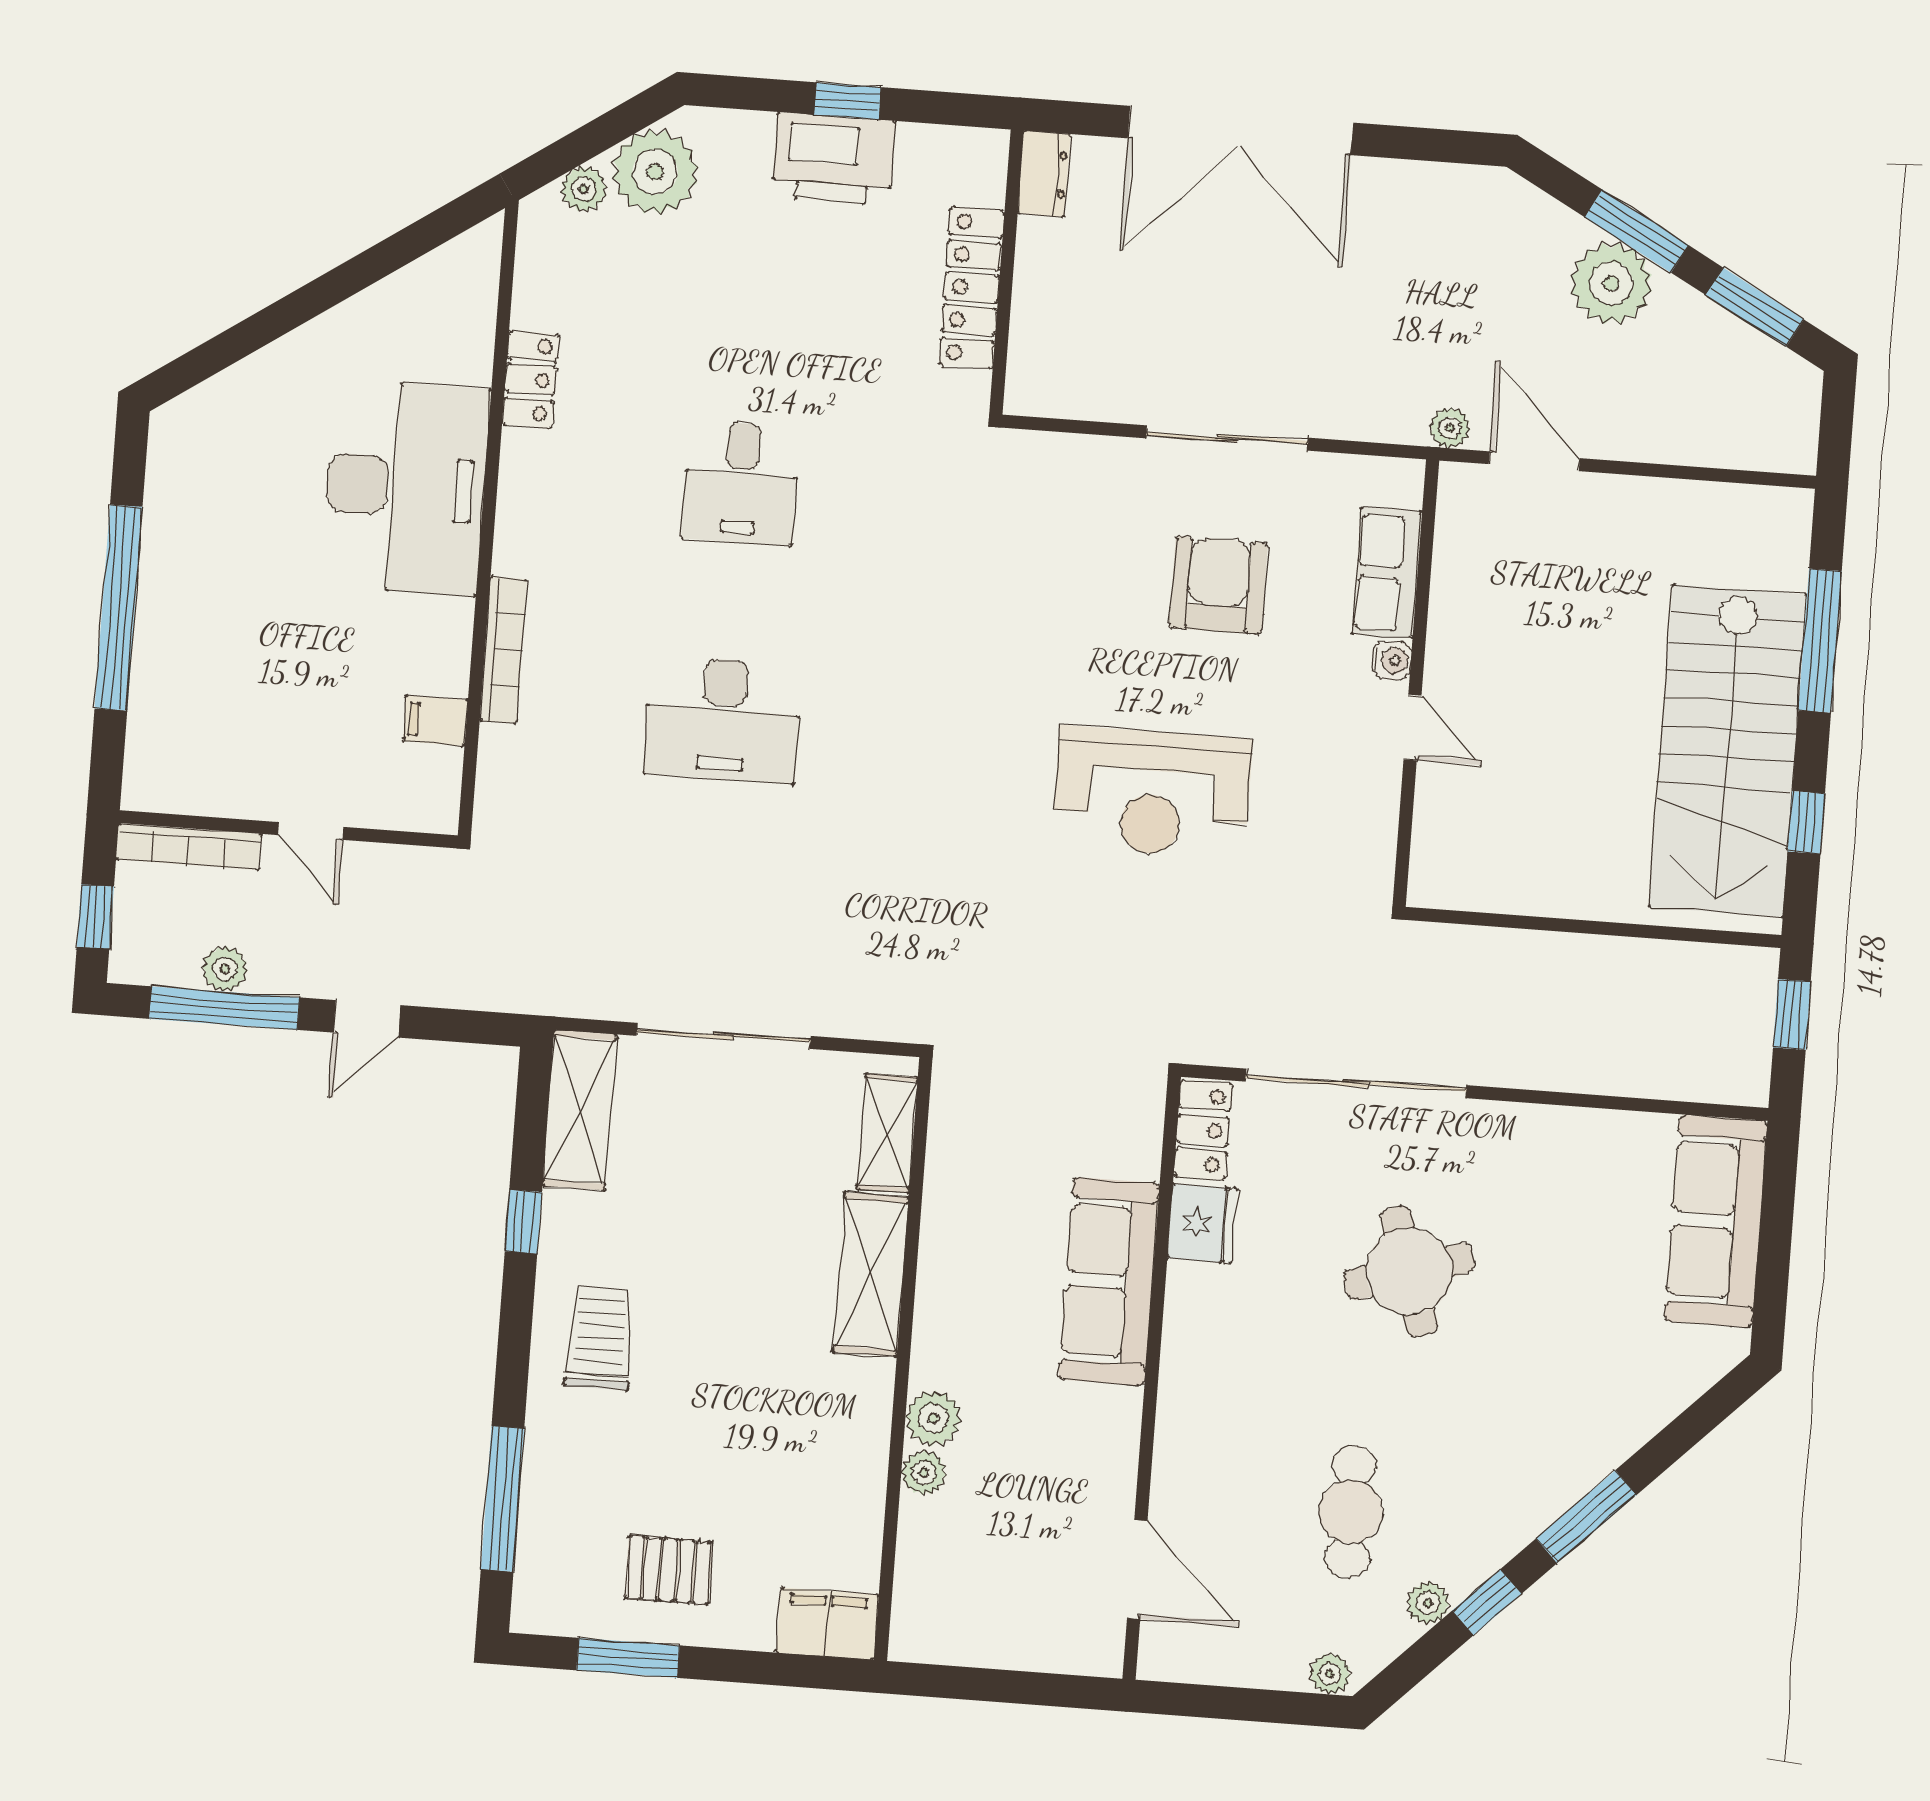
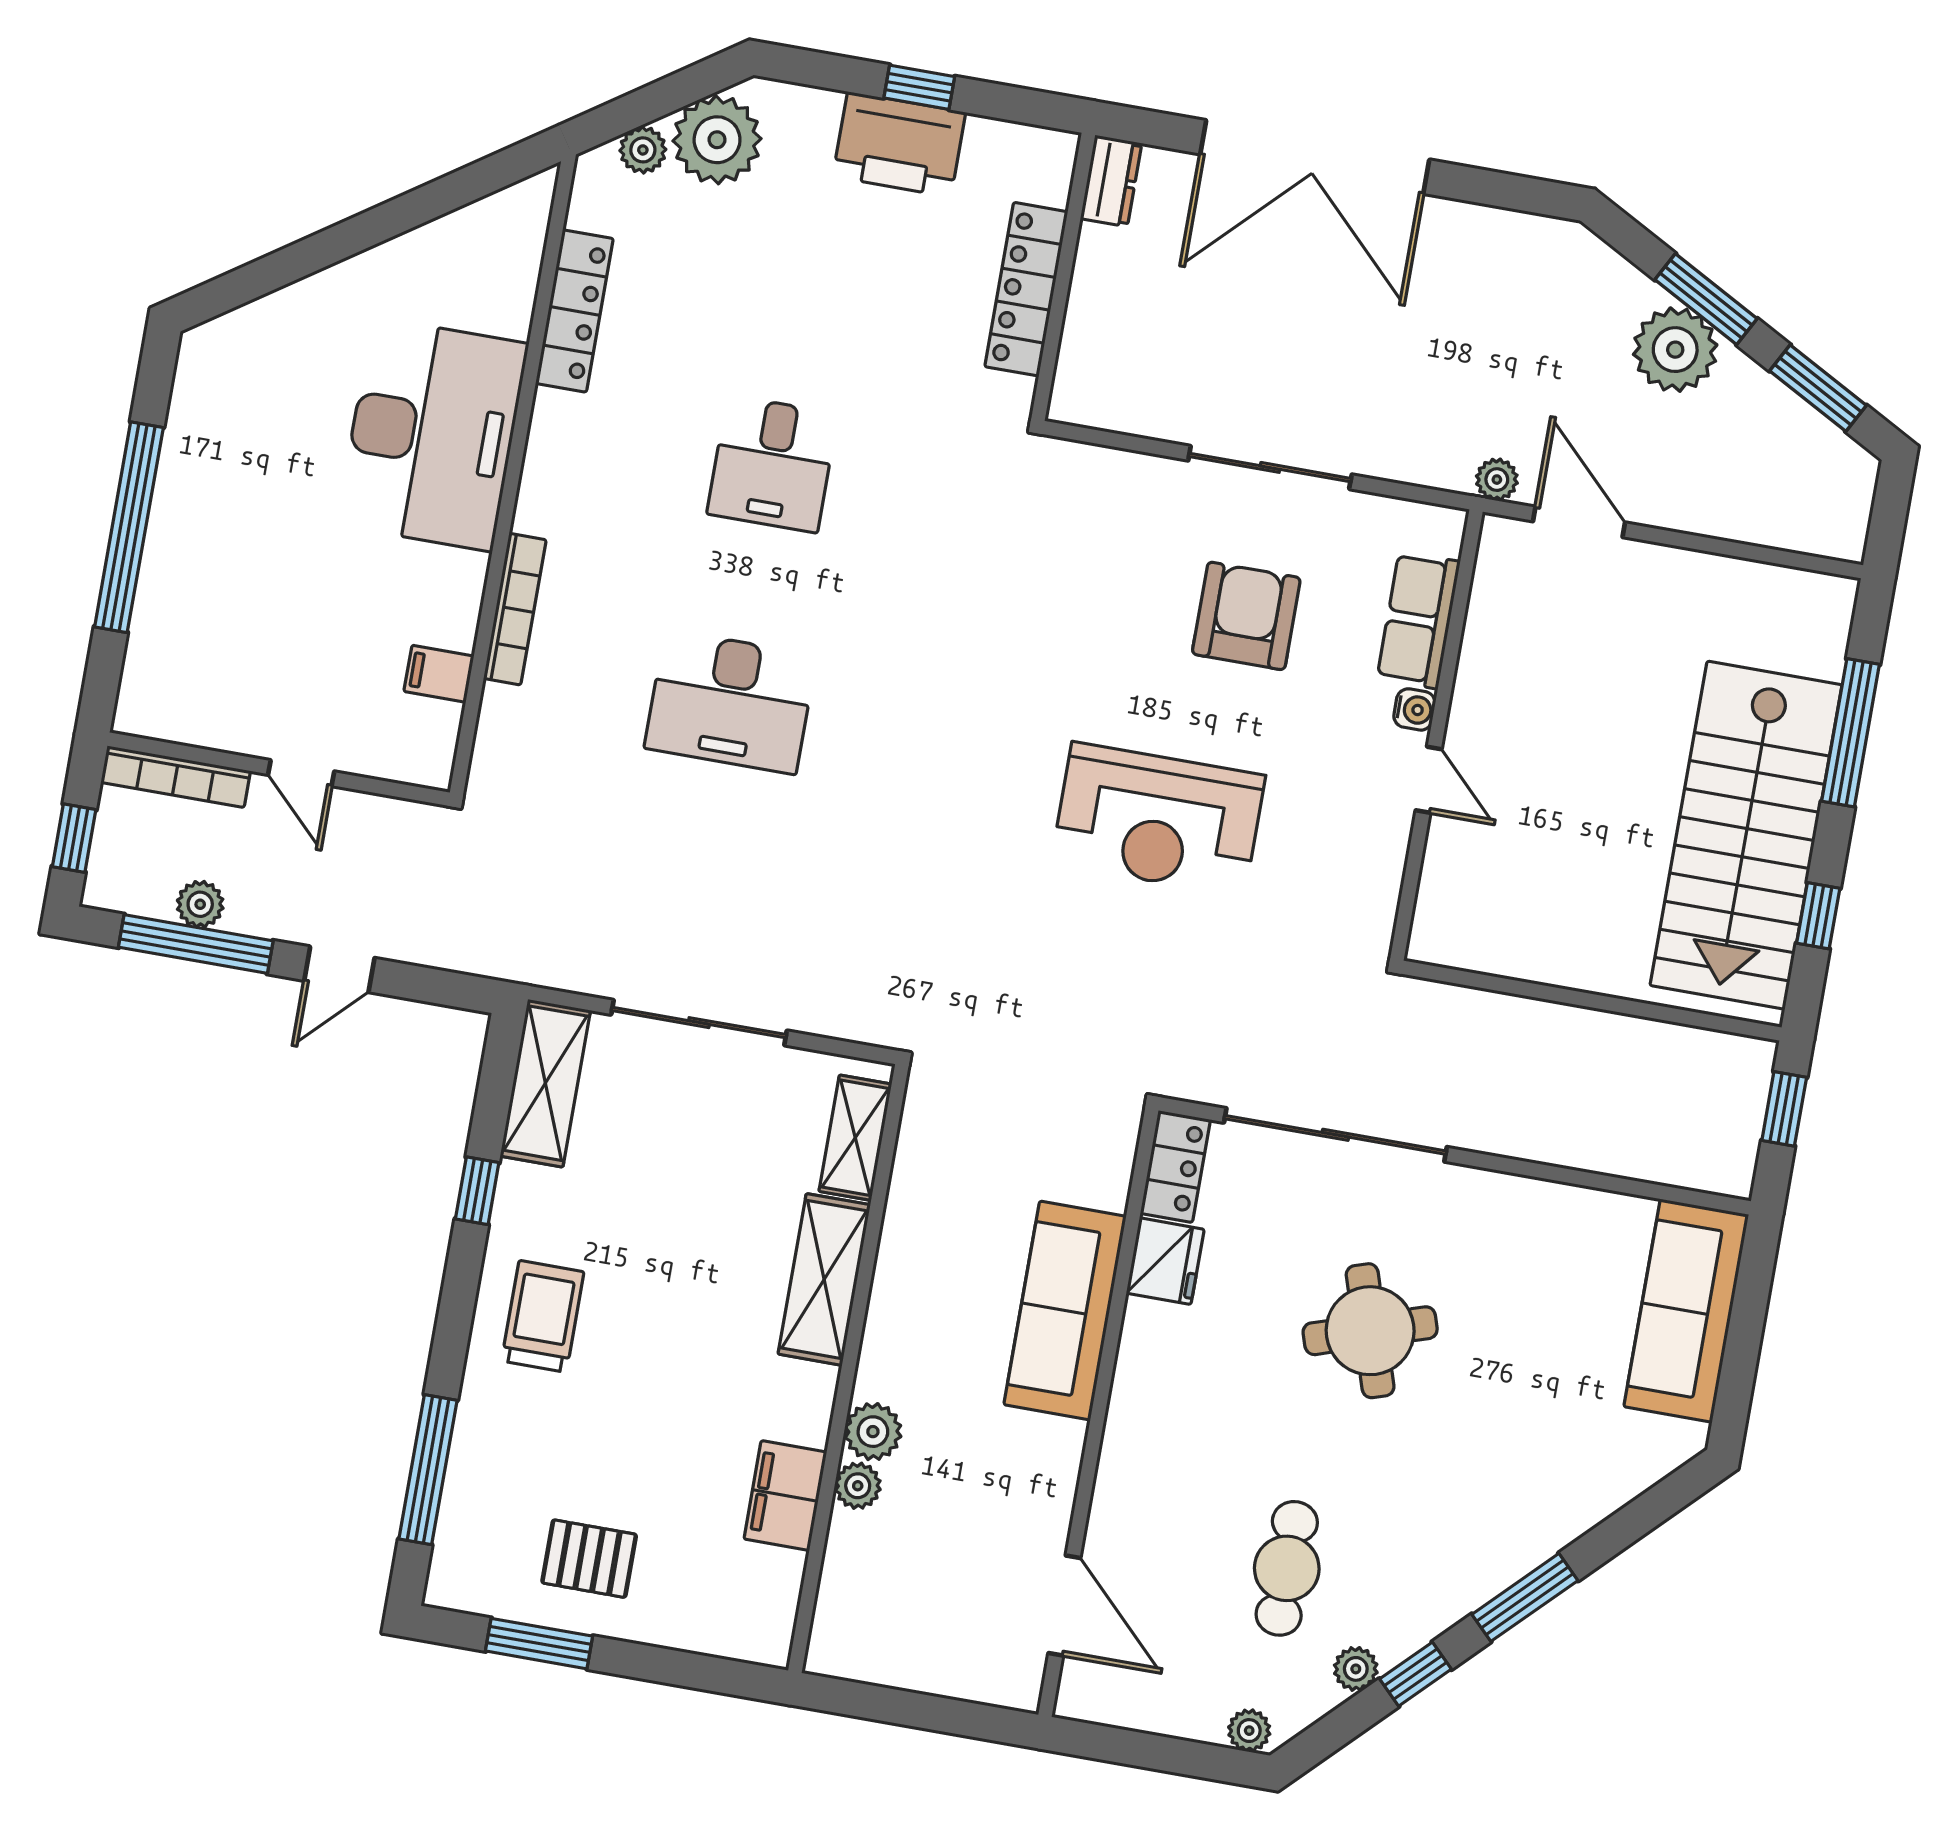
locker: (531, 379) -> (574, 311), width x1.53
filing cabinet: (827, 1624) -> (785, 1495), moved, turned -90

